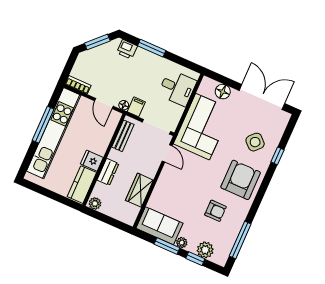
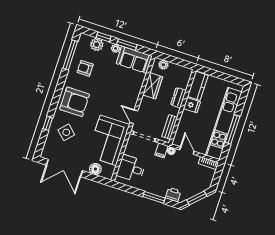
armchair: (241, 180) -> (75, 102), turned -90
plant: (95, 203) -> (163, 65), moved
armchair: (215, 211) -> (85, 68), moved

